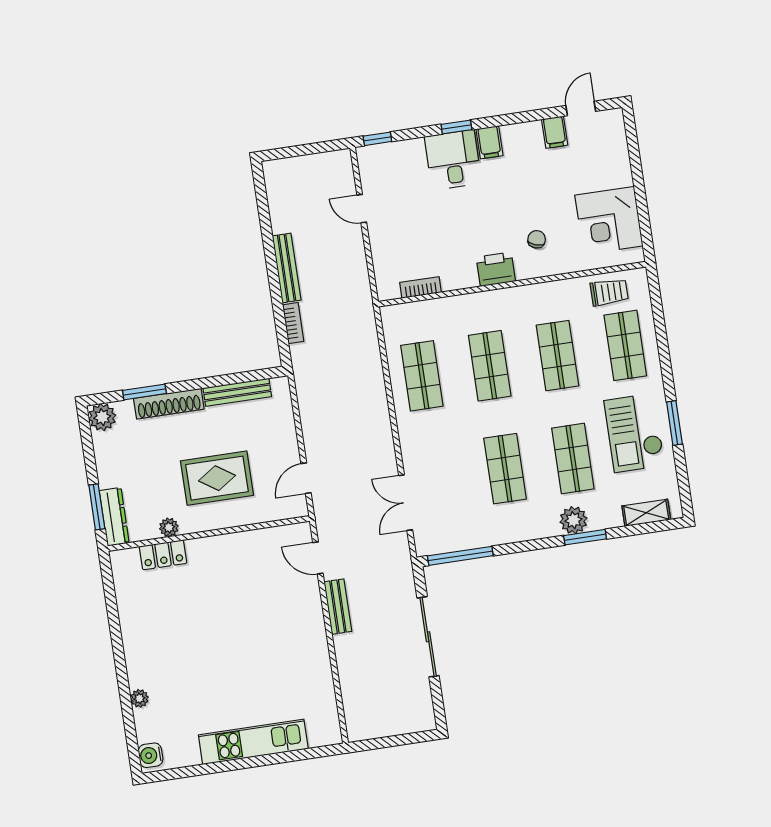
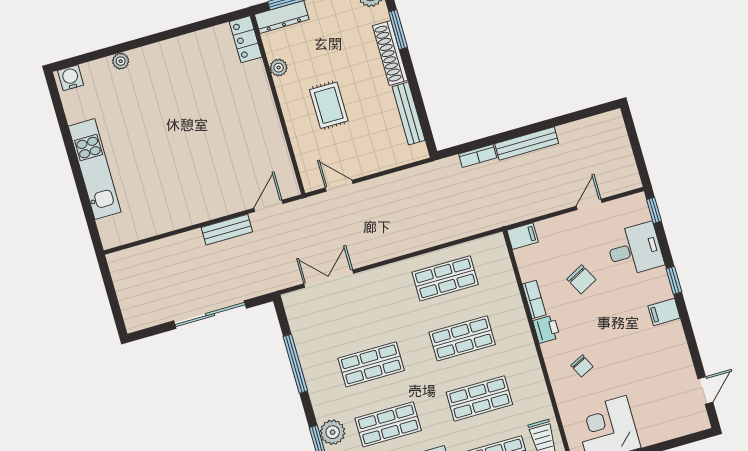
door: (581, 108) -> (705, 390), hinge flipped
filing cabinet: (555, 132) -> (523, 236), moved, turned 180
desk: (453, 160) -> (635, 250), moved
chair: (442, 228) -> (581, 279), added
chair: (537, 239) -> (582, 366), turned 44
printer: (496, 269) -> (546, 329), width x0.73, depth x0.81
bookcase: (421, 287) -> (534, 299), moved
rug: (217, 478) -> (329, 105), width x0.73, depth x0.70
locker: (163, 555) -> (246, 39), moved
window: (460, 556) -> (295, 364), moved

